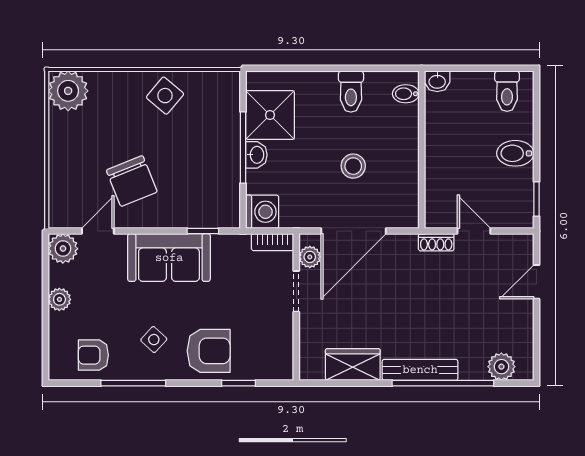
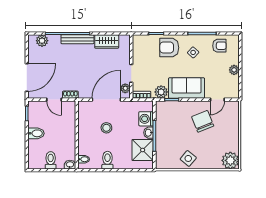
toilet: (507, 91) -> (51, 160), moved
washing machine: (262, 212) -> (146, 119), moved
plant: (63, 249) -> (161, 92), moved
door: (536, 282) -> (27, 77), width x1.87

